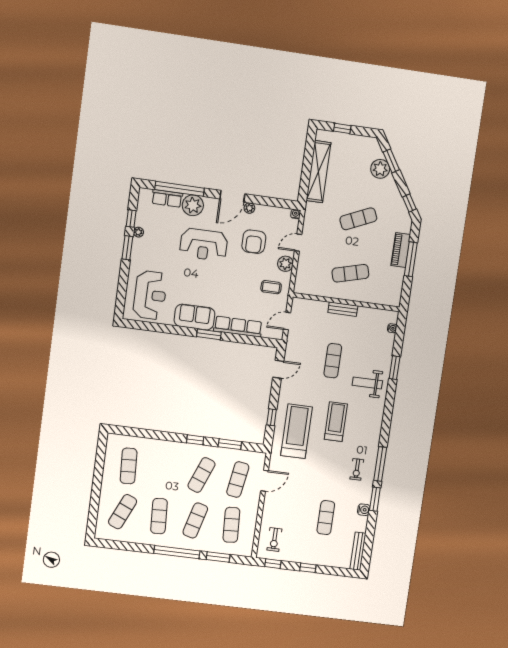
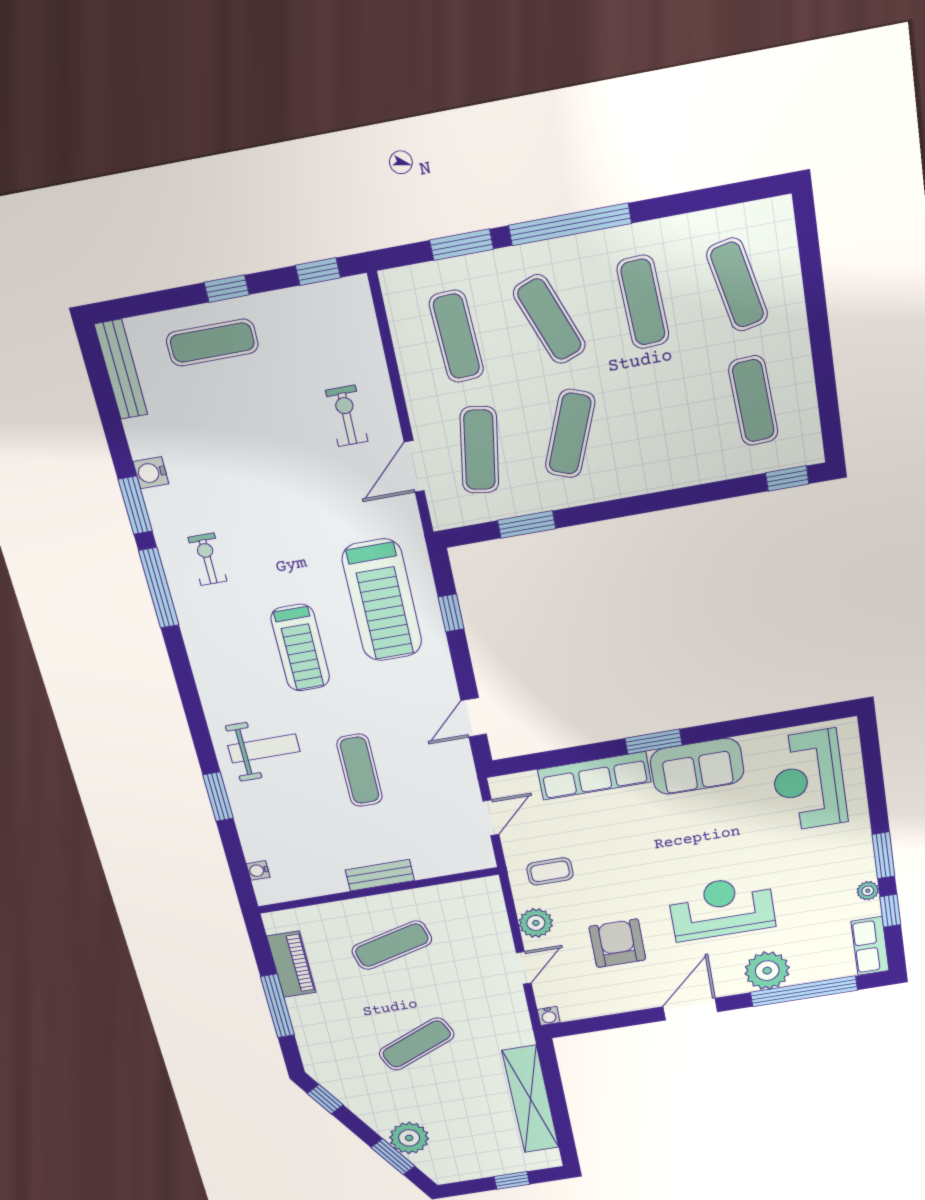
row of seats: (167, 198) -> (870, 946), moved, turned -90
plant: (249, 208) -> (648, 999), removed
piano: (401, 250) -> (291, 964), moved
window: (195, 440) -> (787, 478), moved
exercise mat: (123, 512) -> (737, 285), turned -36
exercise mat: (326, 518) -> (212, 343), moved, turned 90
exercise mat: (195, 520) -> (549, 319), turned -36
exercise bike: (274, 540) -> (347, 416), moved

